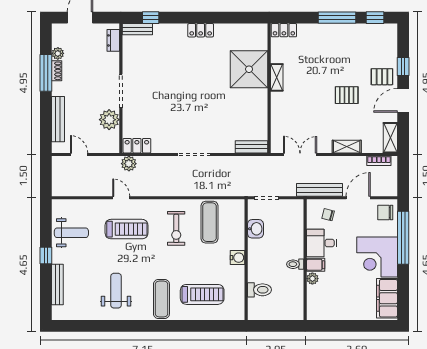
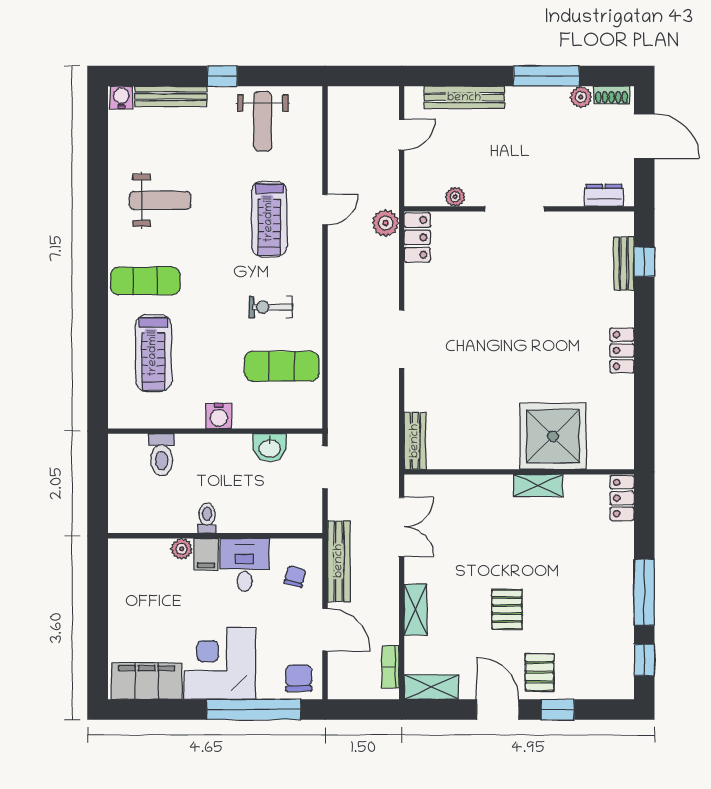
bench: (137, 29) -> (624, 264), moved
shoe rack: (57, 71) -> (612, 95), moved
plant: (109, 120) -> (455, 197), width x0.53, depth x0.53
exercise bike: (176, 228) -> (270, 307), width x0.73, depth x0.72
water cooler: (58, 312) -> (121, 98), added

